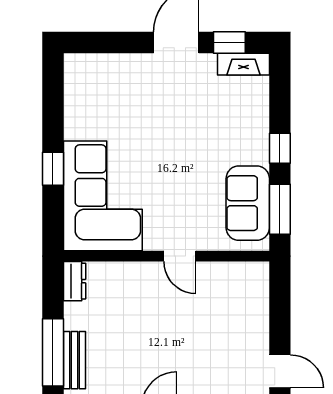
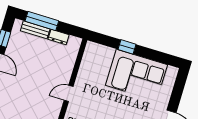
corner sofa: (103, 196) -> (136, 75), moved
dresser: (75, 281) -> (59, 37), moved

